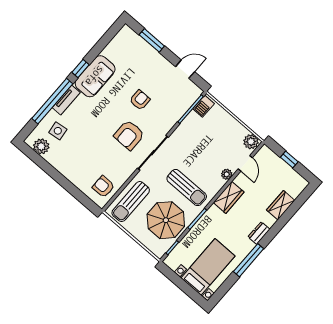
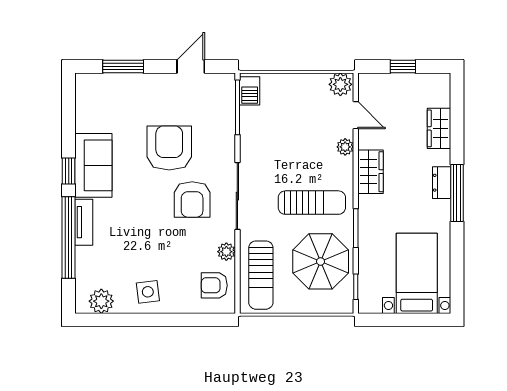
armchair: (140, 100) -> (169, 148), width x1.88, depth x1.88
side table: (58, 131) -> (148, 292), moved
plant: (124, 175) -> (226, 252), added
window: (249, 260) -> (457, 193), moved

